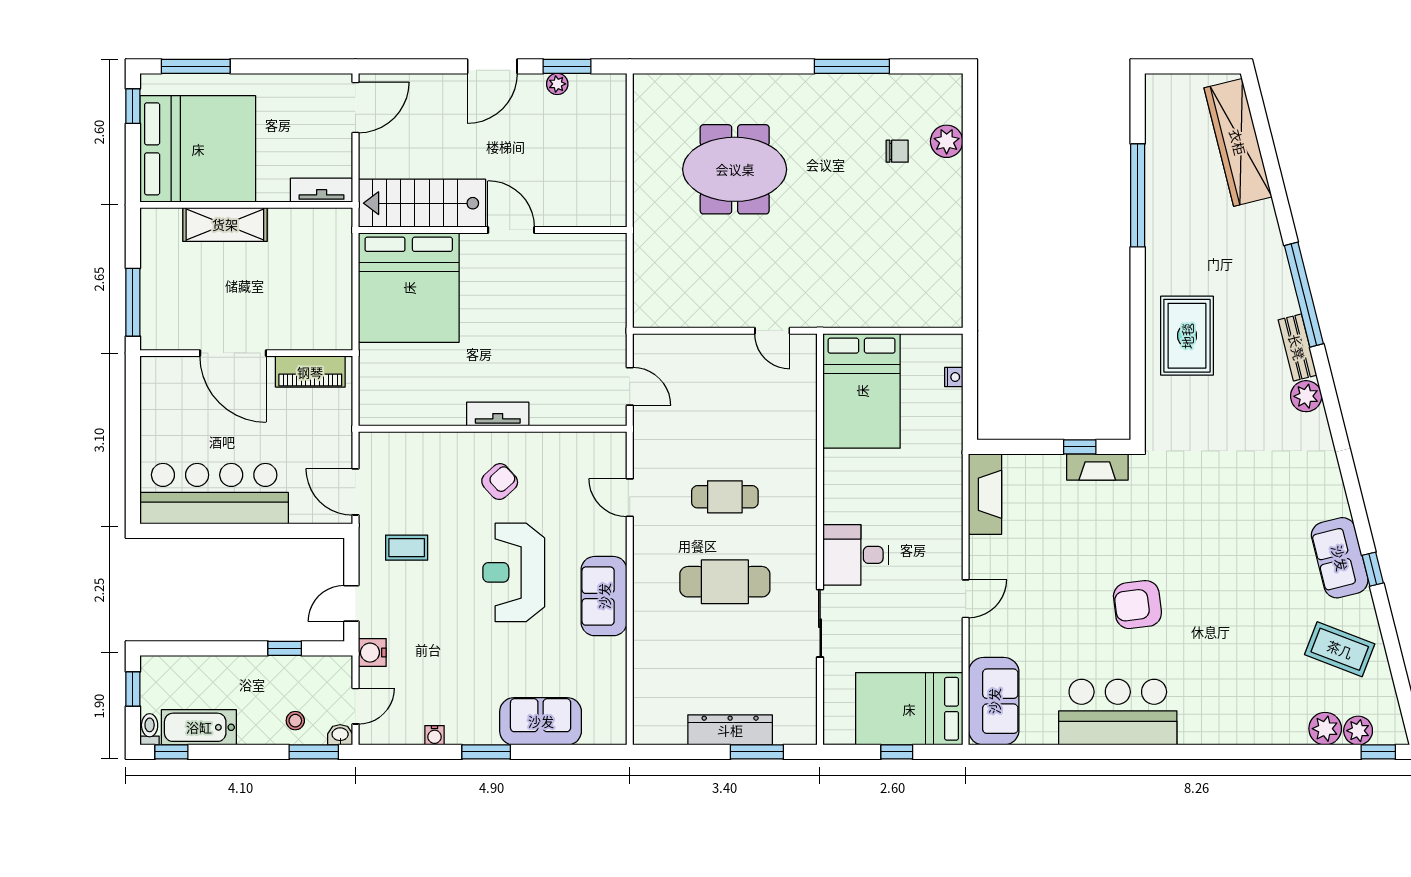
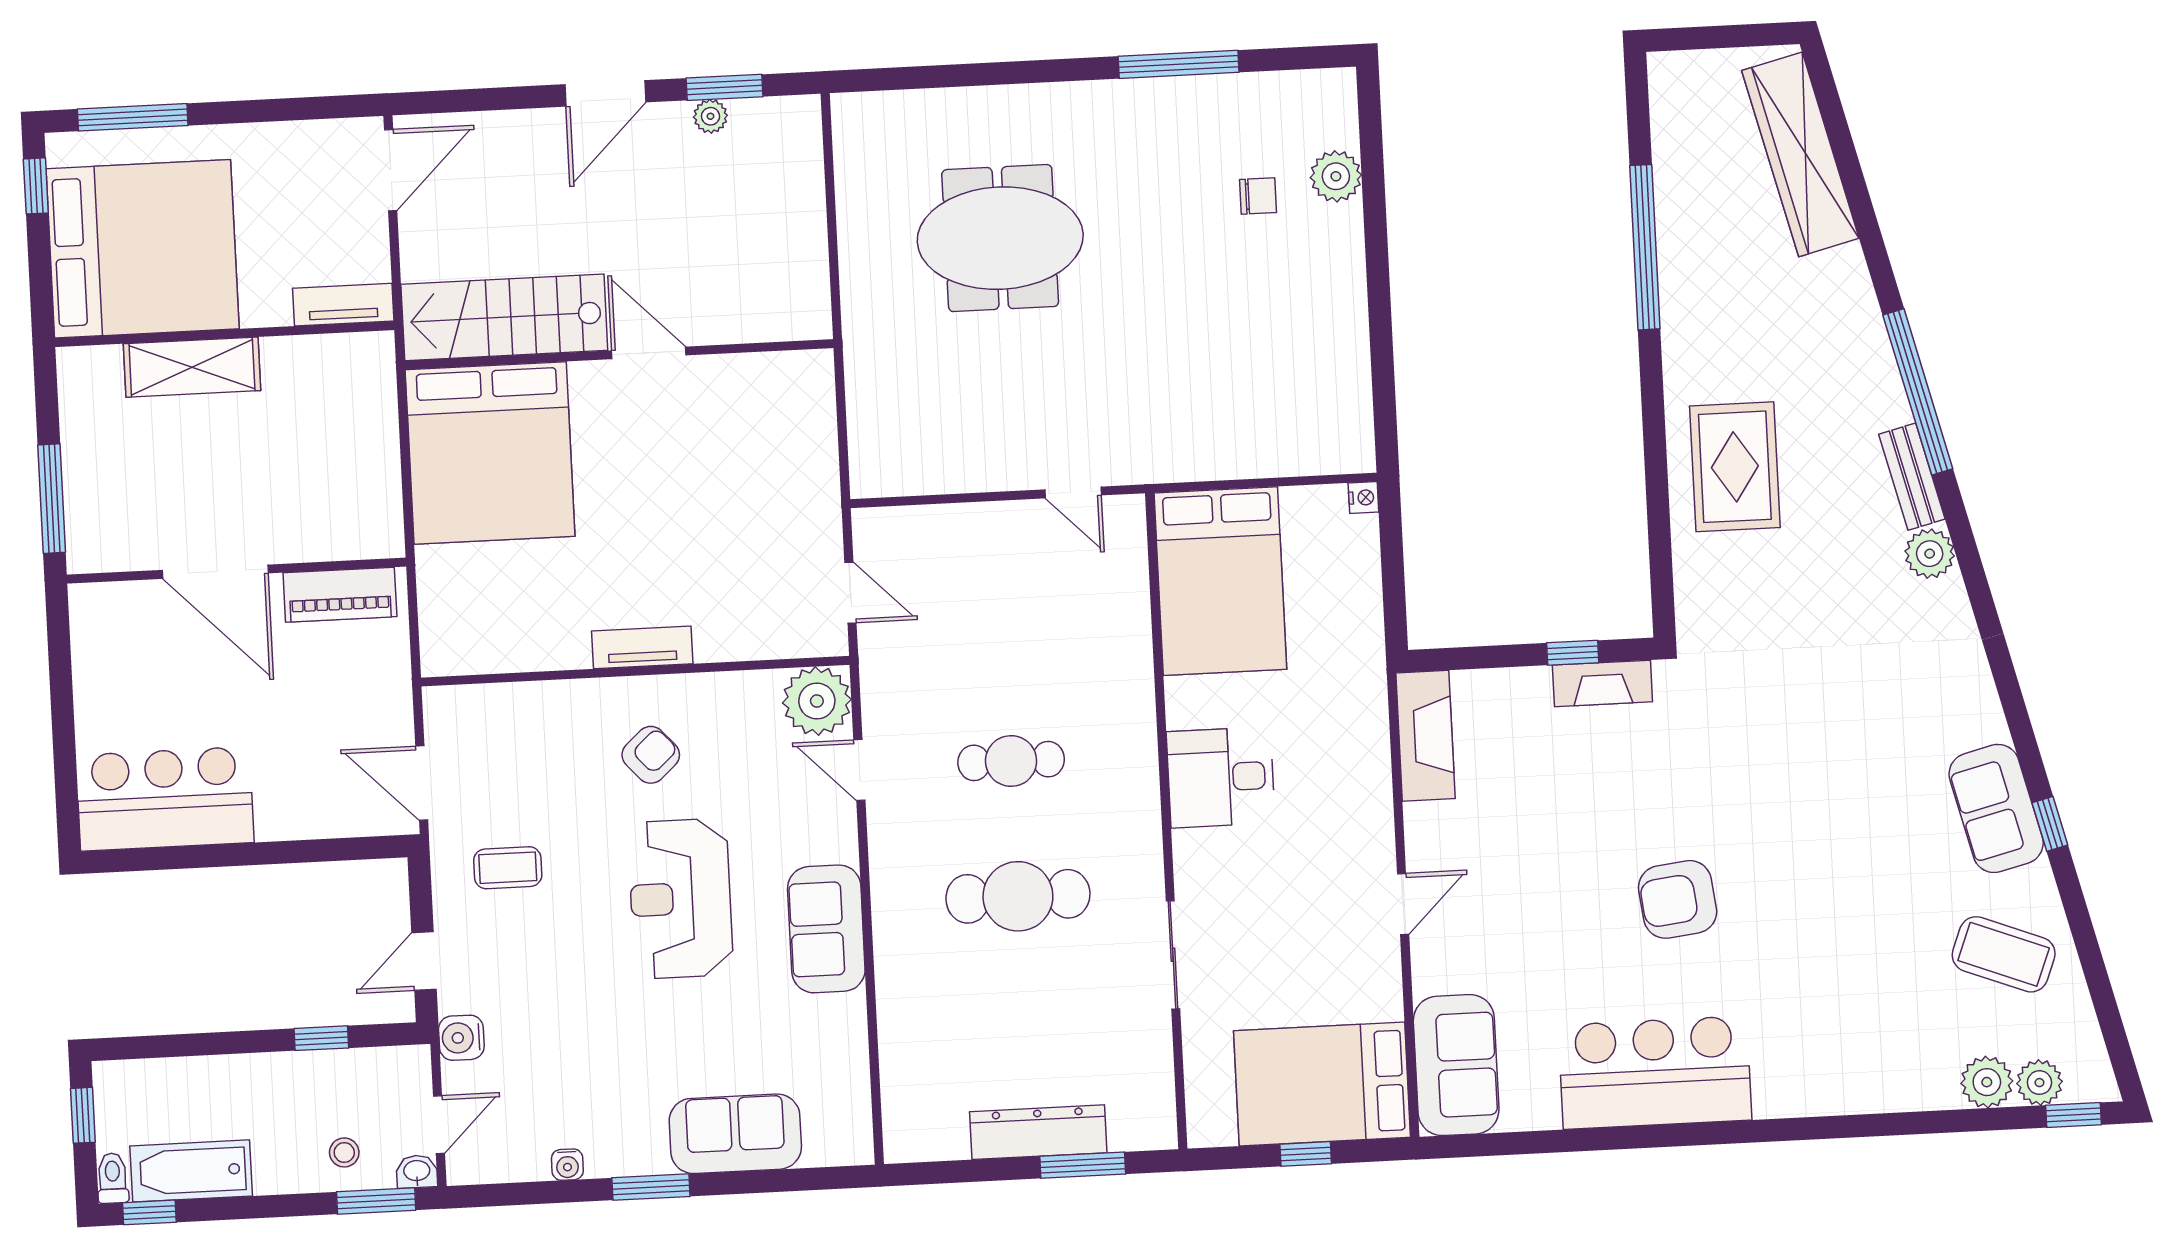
nightstand: (954, 377) -> (1363, 498), moved
plant: (605, 453) -> (817, 701), added
bar counter: (214, 494) -> (165, 799), width x0.73
desk: (856, 555) -> (1221, 777), moved

